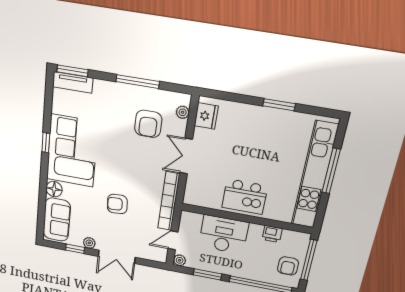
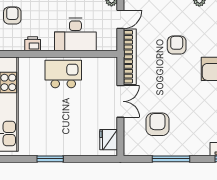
plant: (183, 112) -> (129, 139), removed
armchair: (117, 204) -> (177, 45), turned -86

